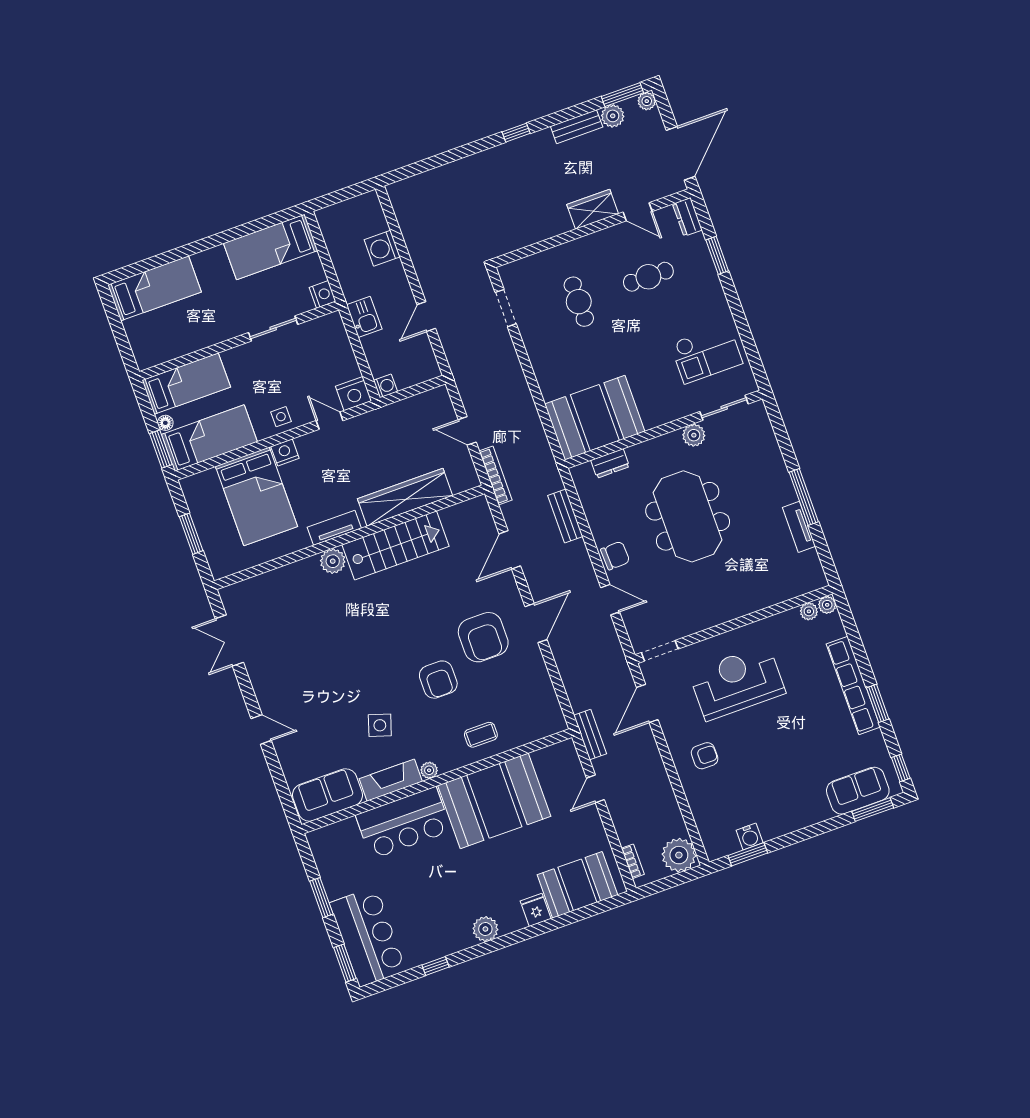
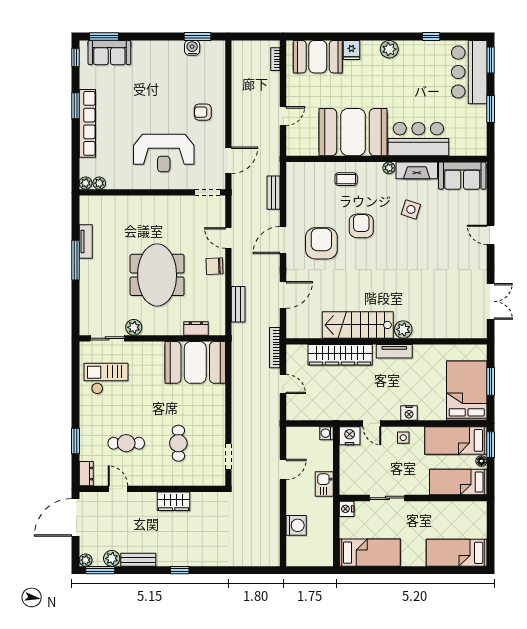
wardrobe: (593, 209) -> (174, 501), moved
bed: (256, 496) -> (467, 391), moved
bench: (590, 735) -> (274, 193), moved
plant: (679, 855) -> (243, 52), removed

